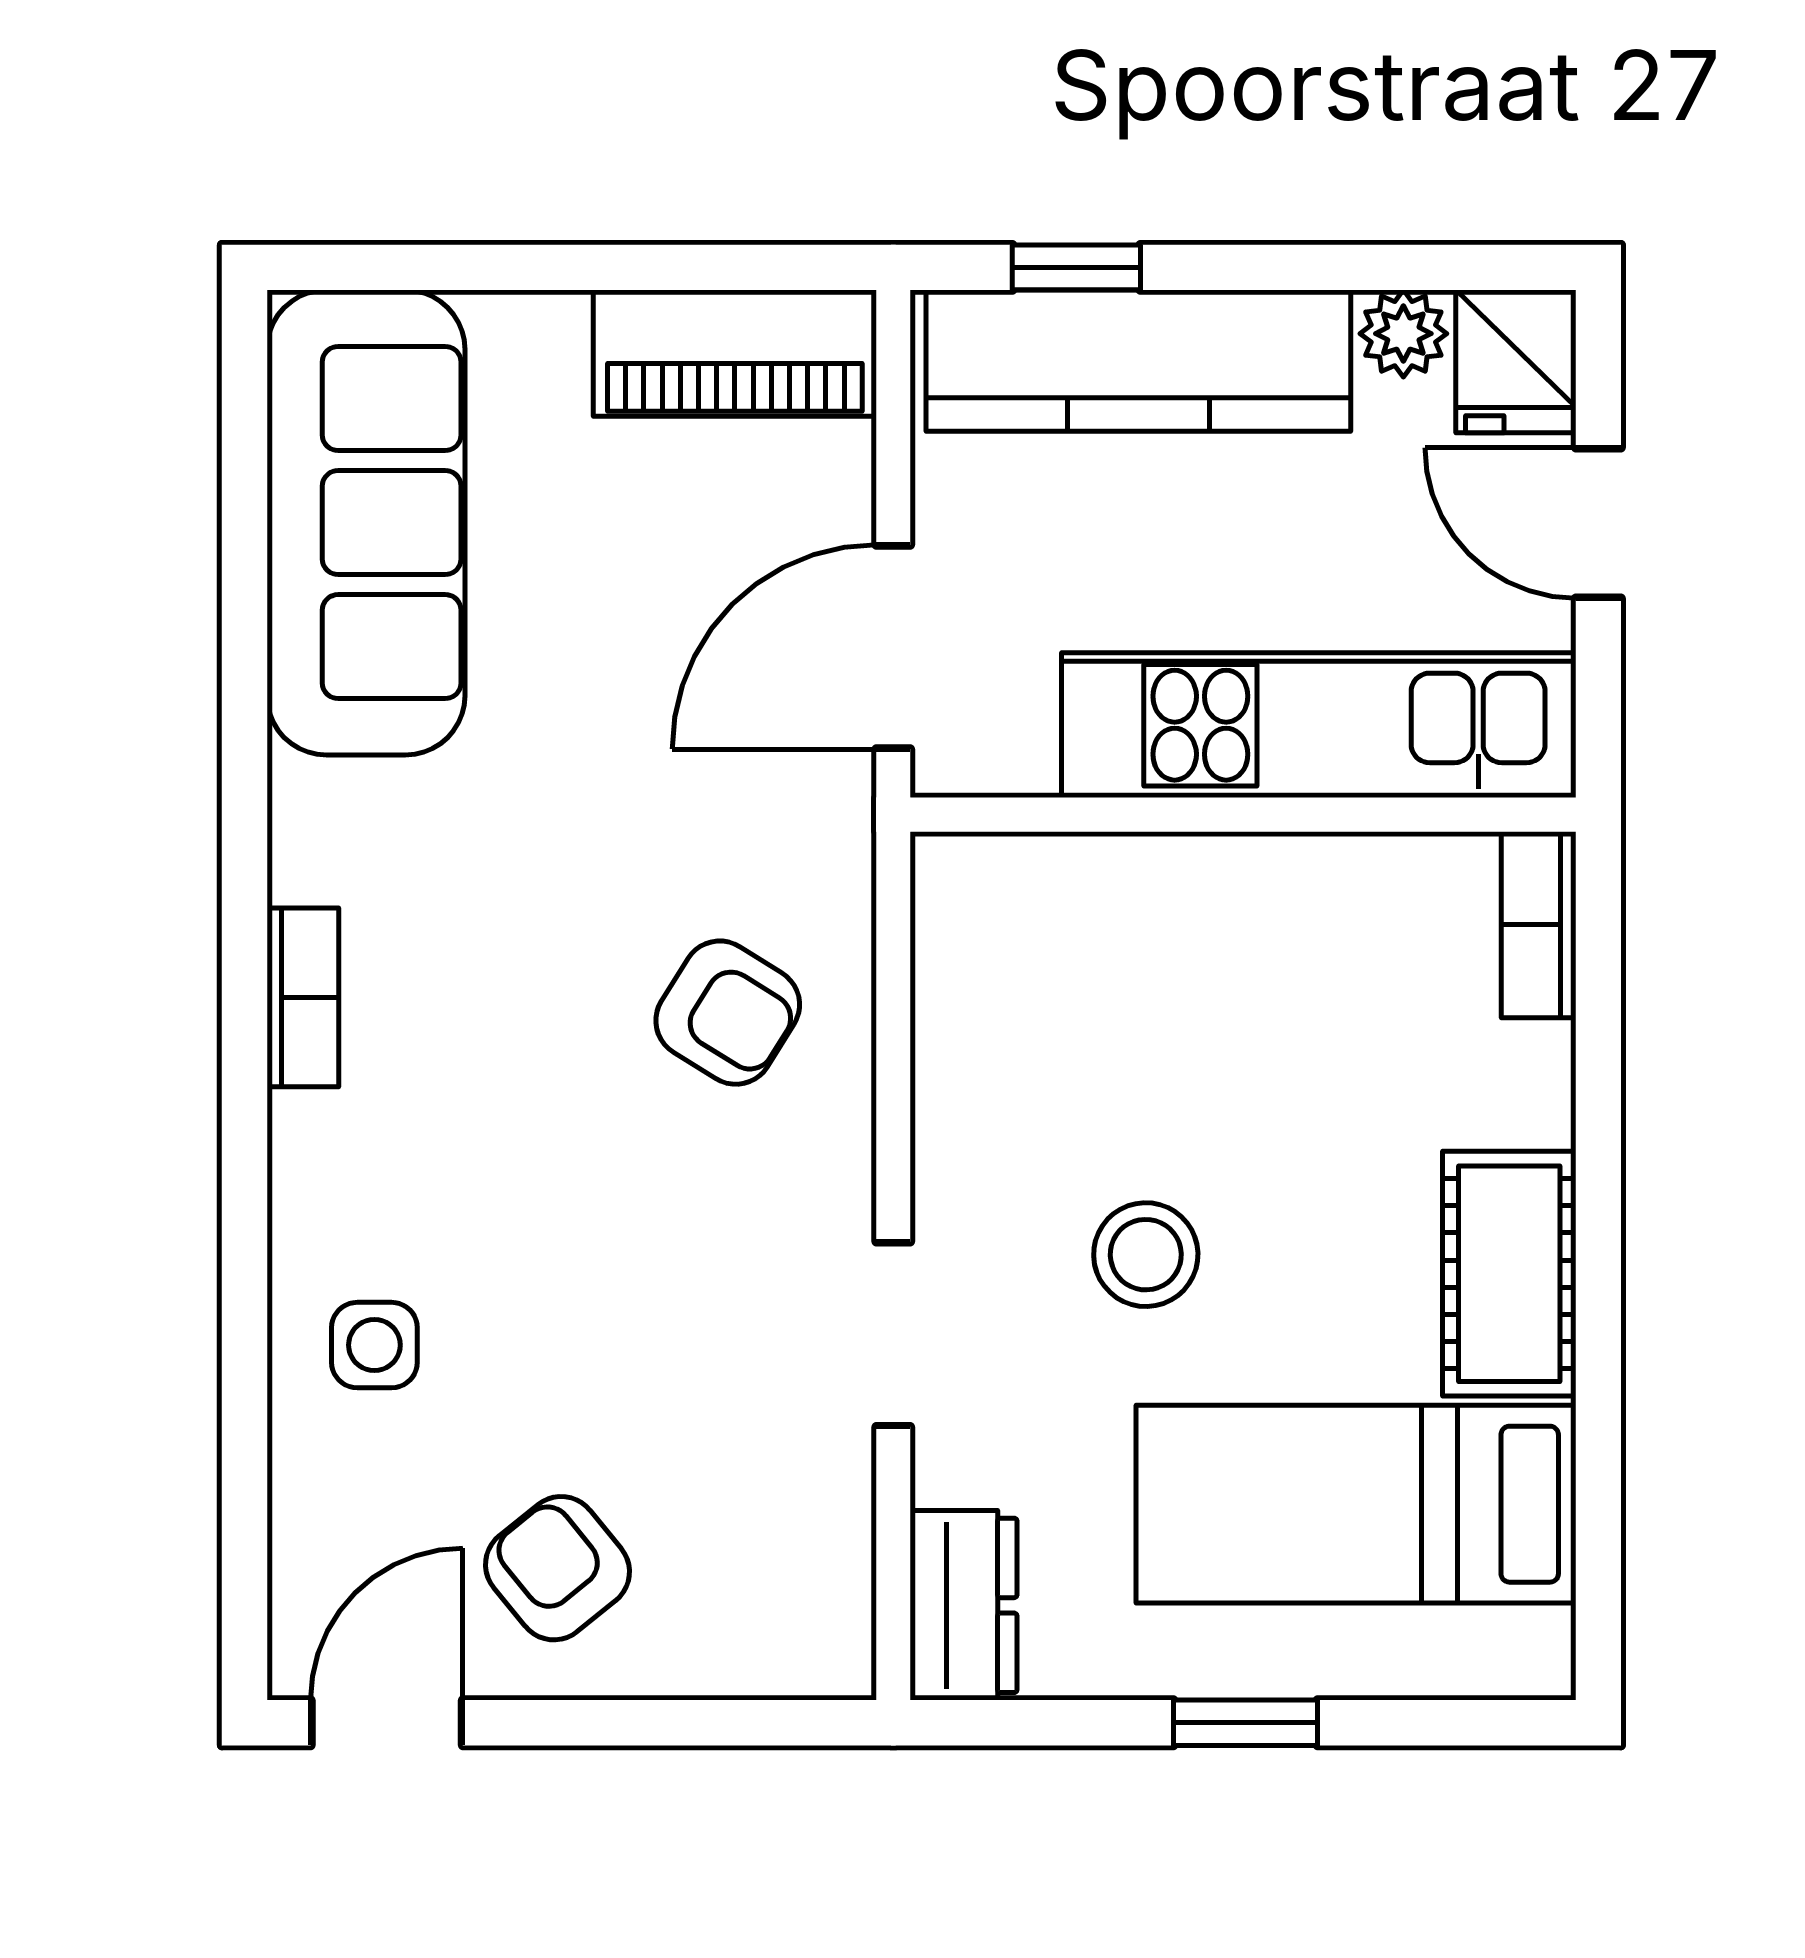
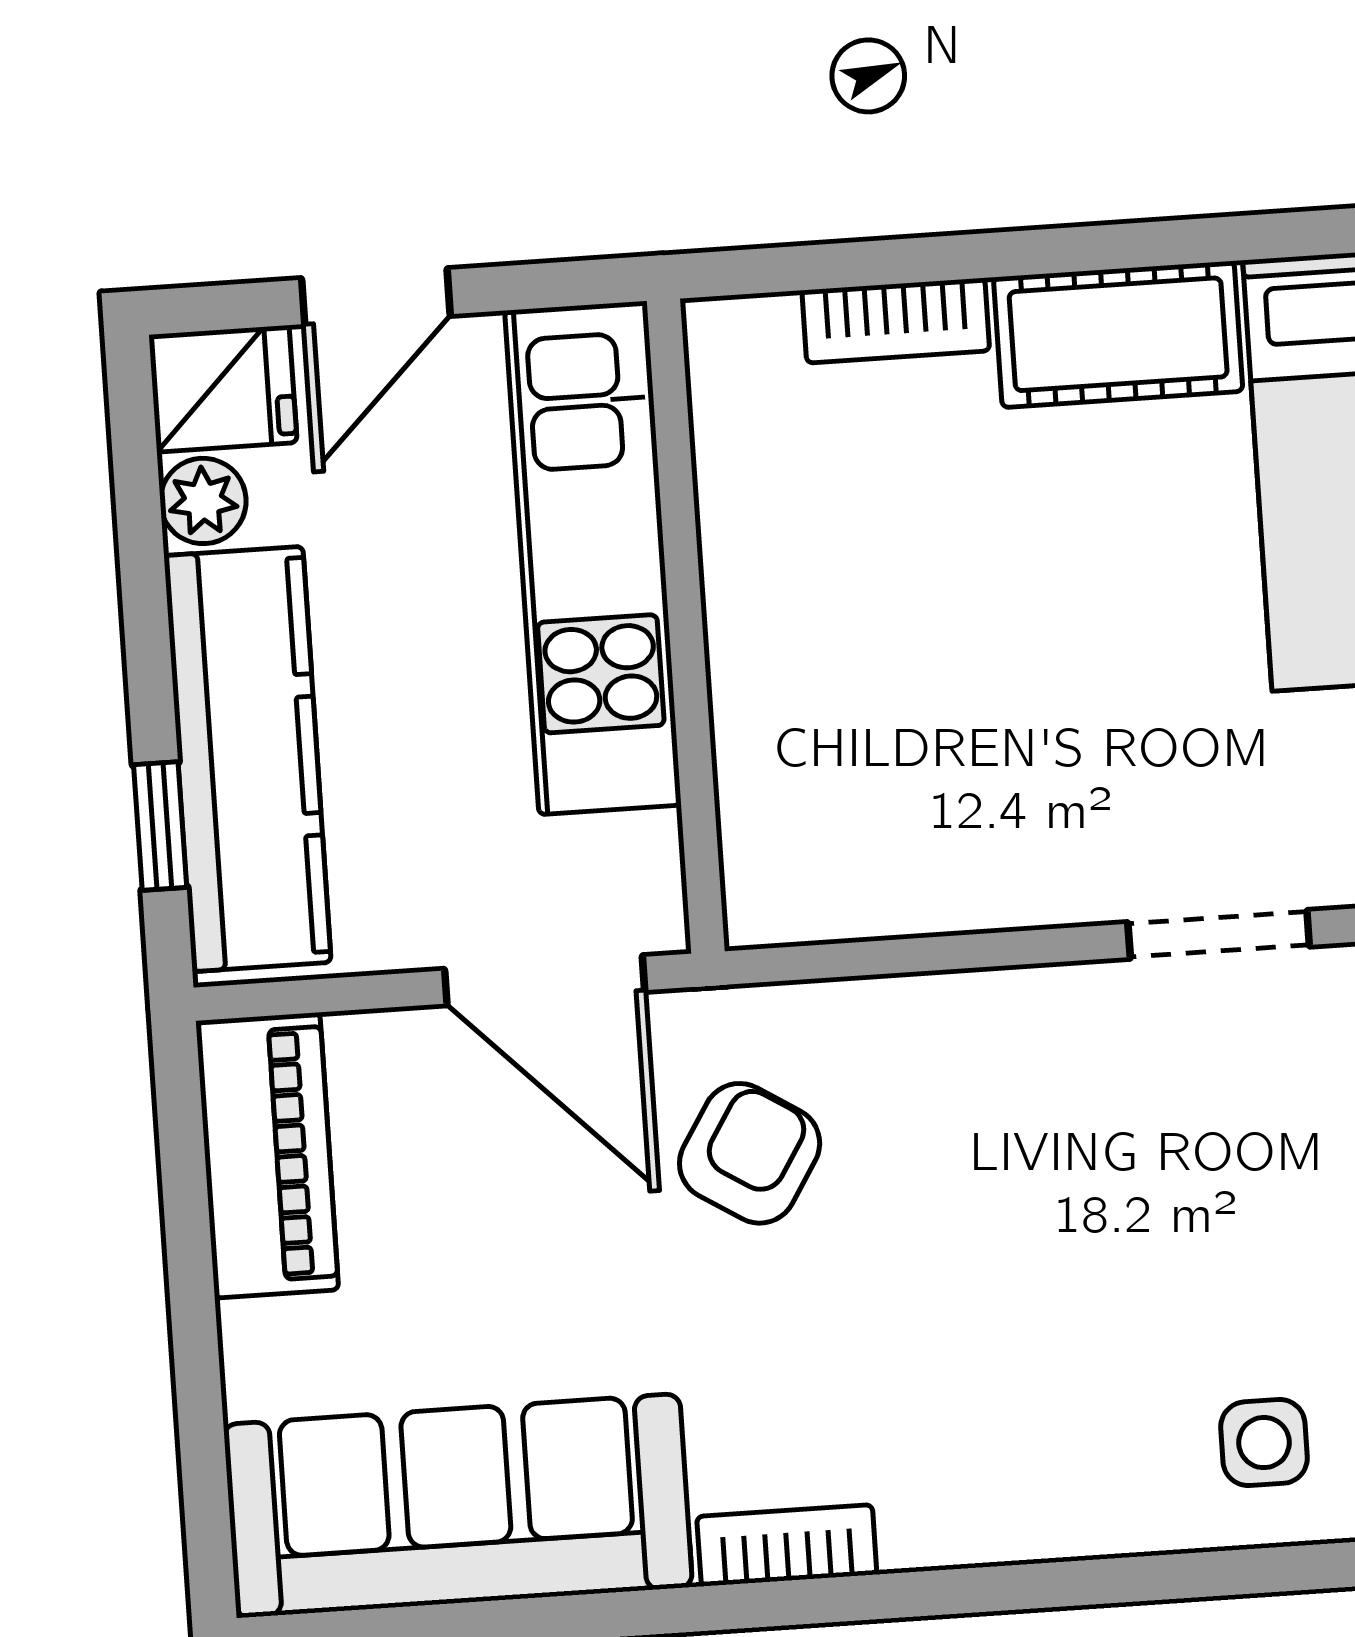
bookcase: (1539, 925) -> (896, 321), moved
bookcase: (303, 997) -> (787, 1546), moved
armchair: (728, 1013) -> (750, 1153), moved
stool: (1146, 1255) -> (1124, 692), removed

